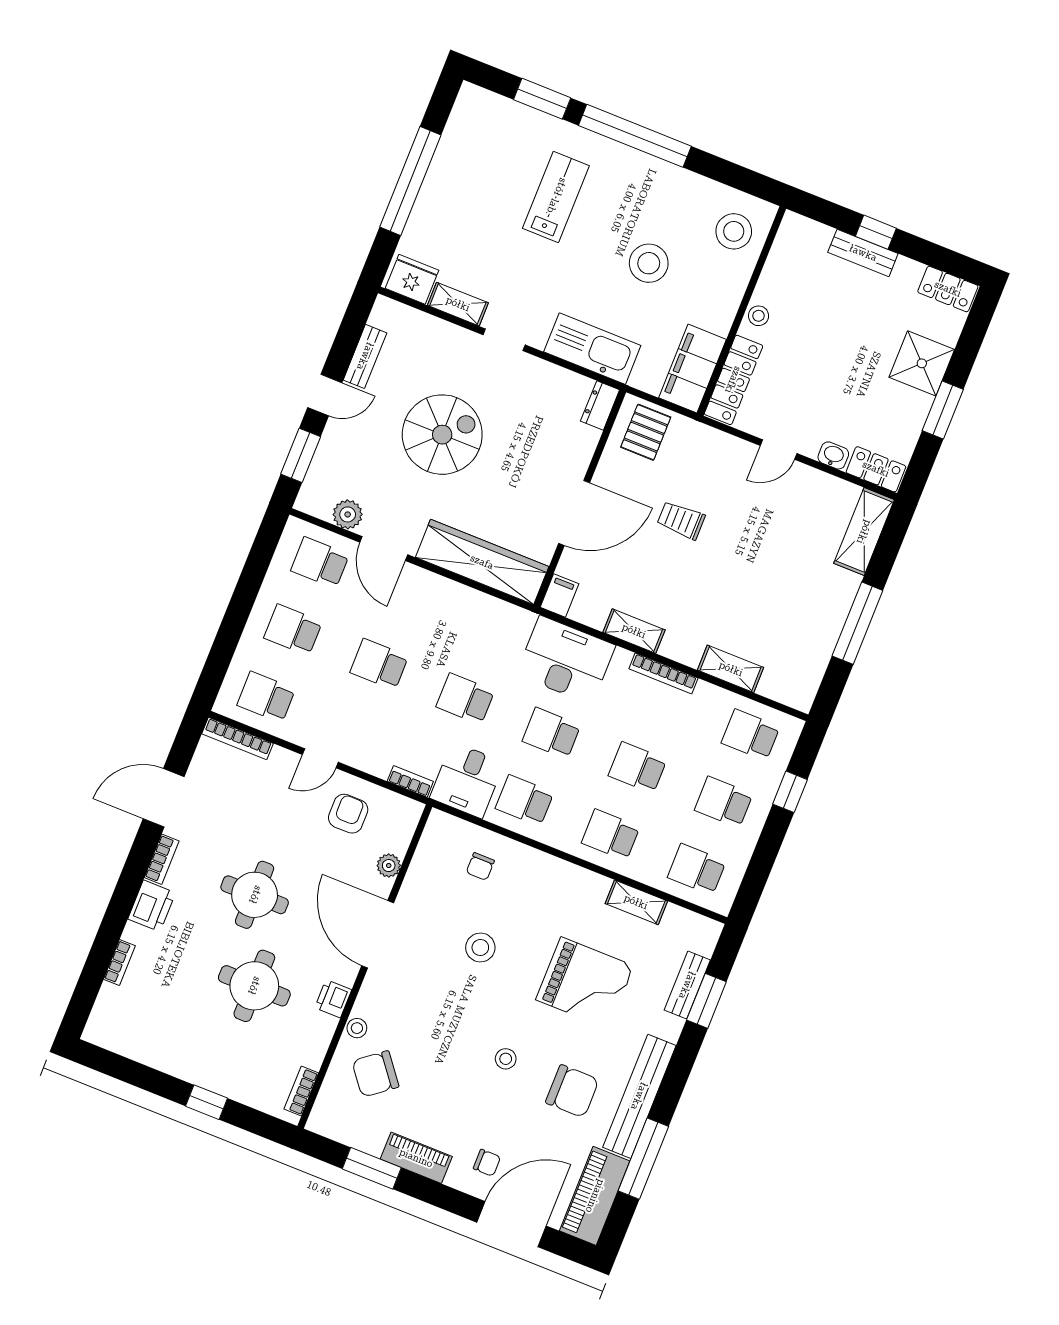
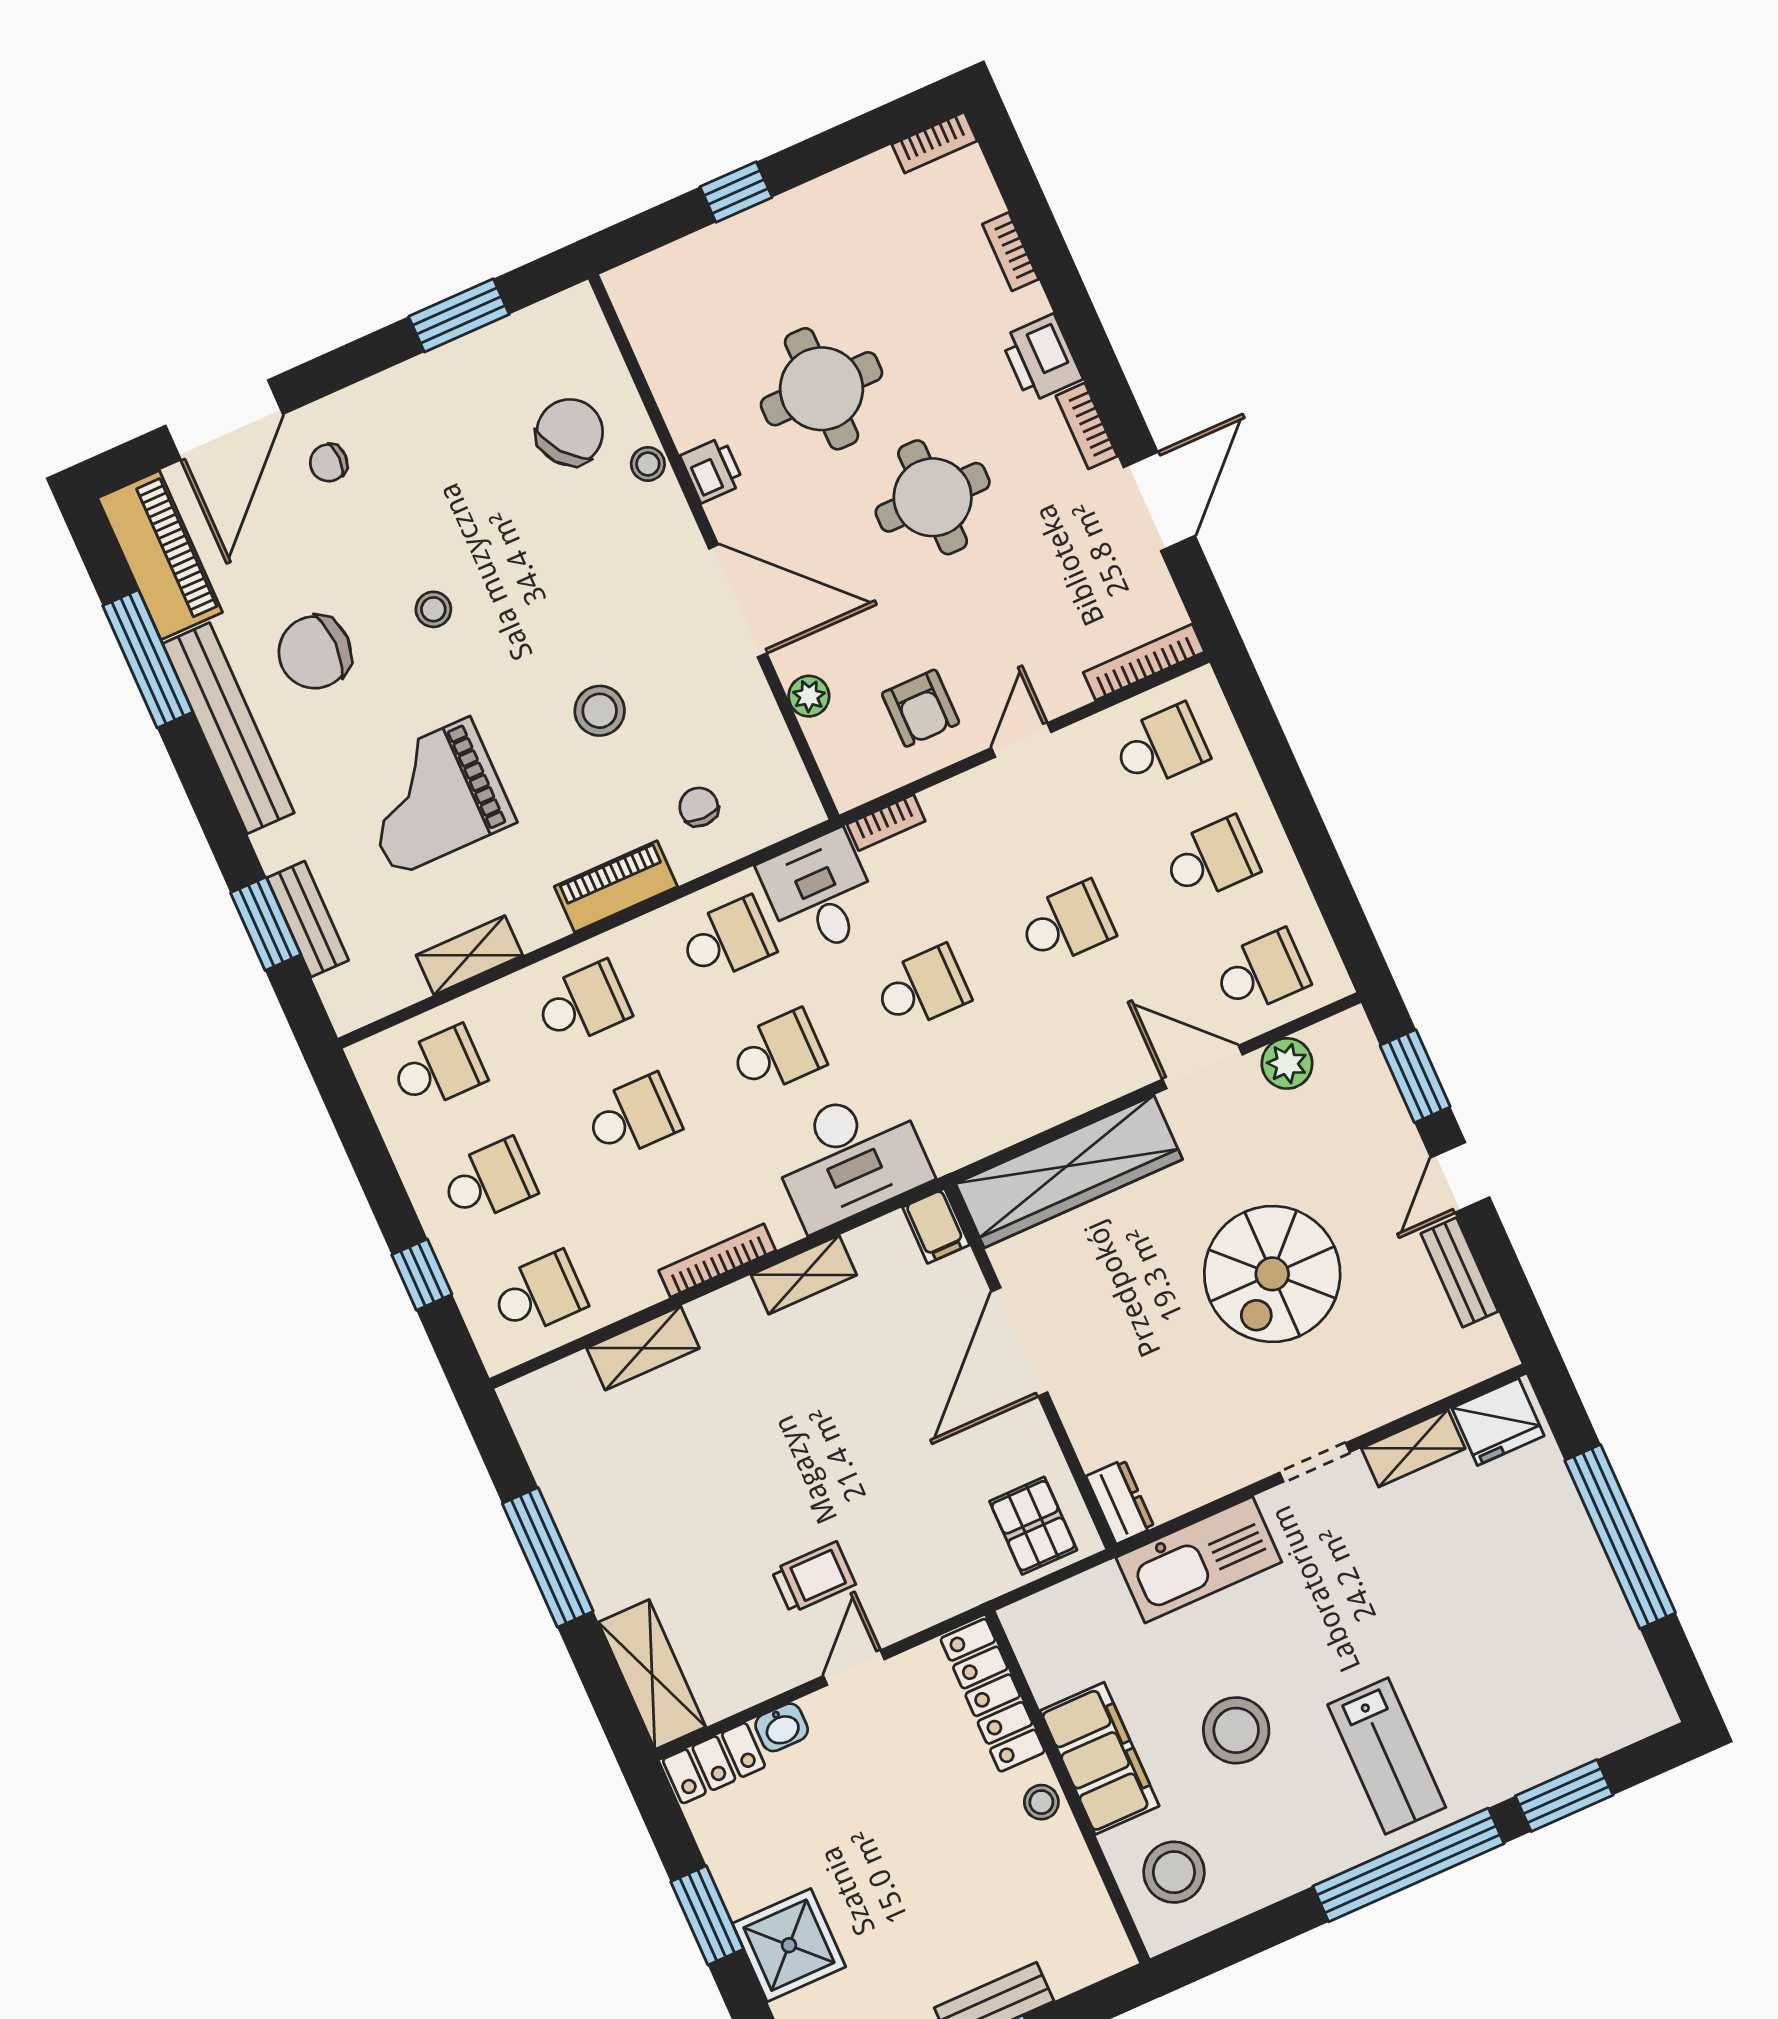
lab bench: (556, 197) -> (1387, 1756), moved
filing cabinet: (693, 369) -> (1100, 1758), moved
trolley: (681, 520) -> (814, 1577), moved
bookcase: (301, 1091) -> (934, 143), moved, turned 90
piano: (416, 1158) -> (616, 886), moved, turned 180

